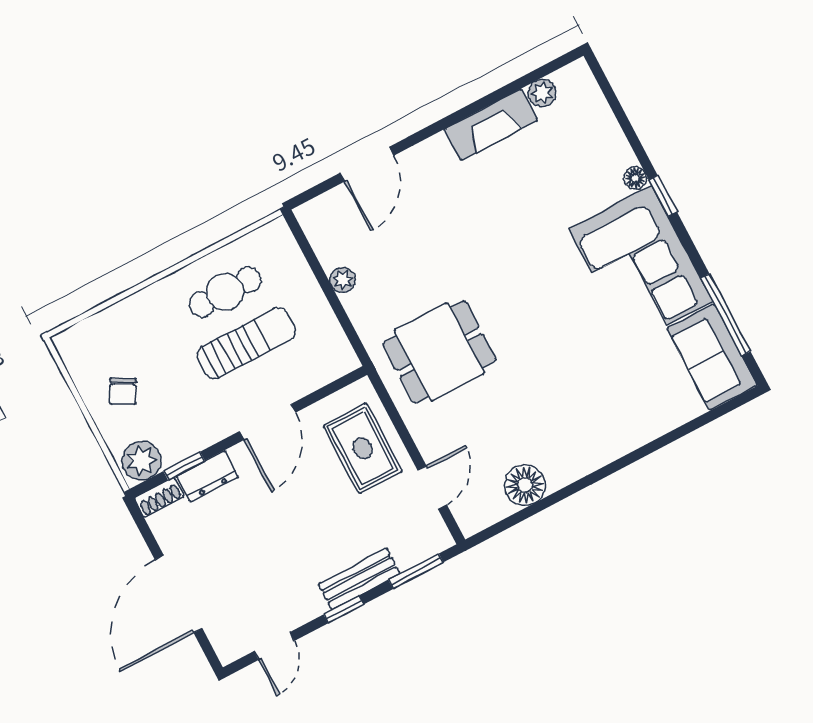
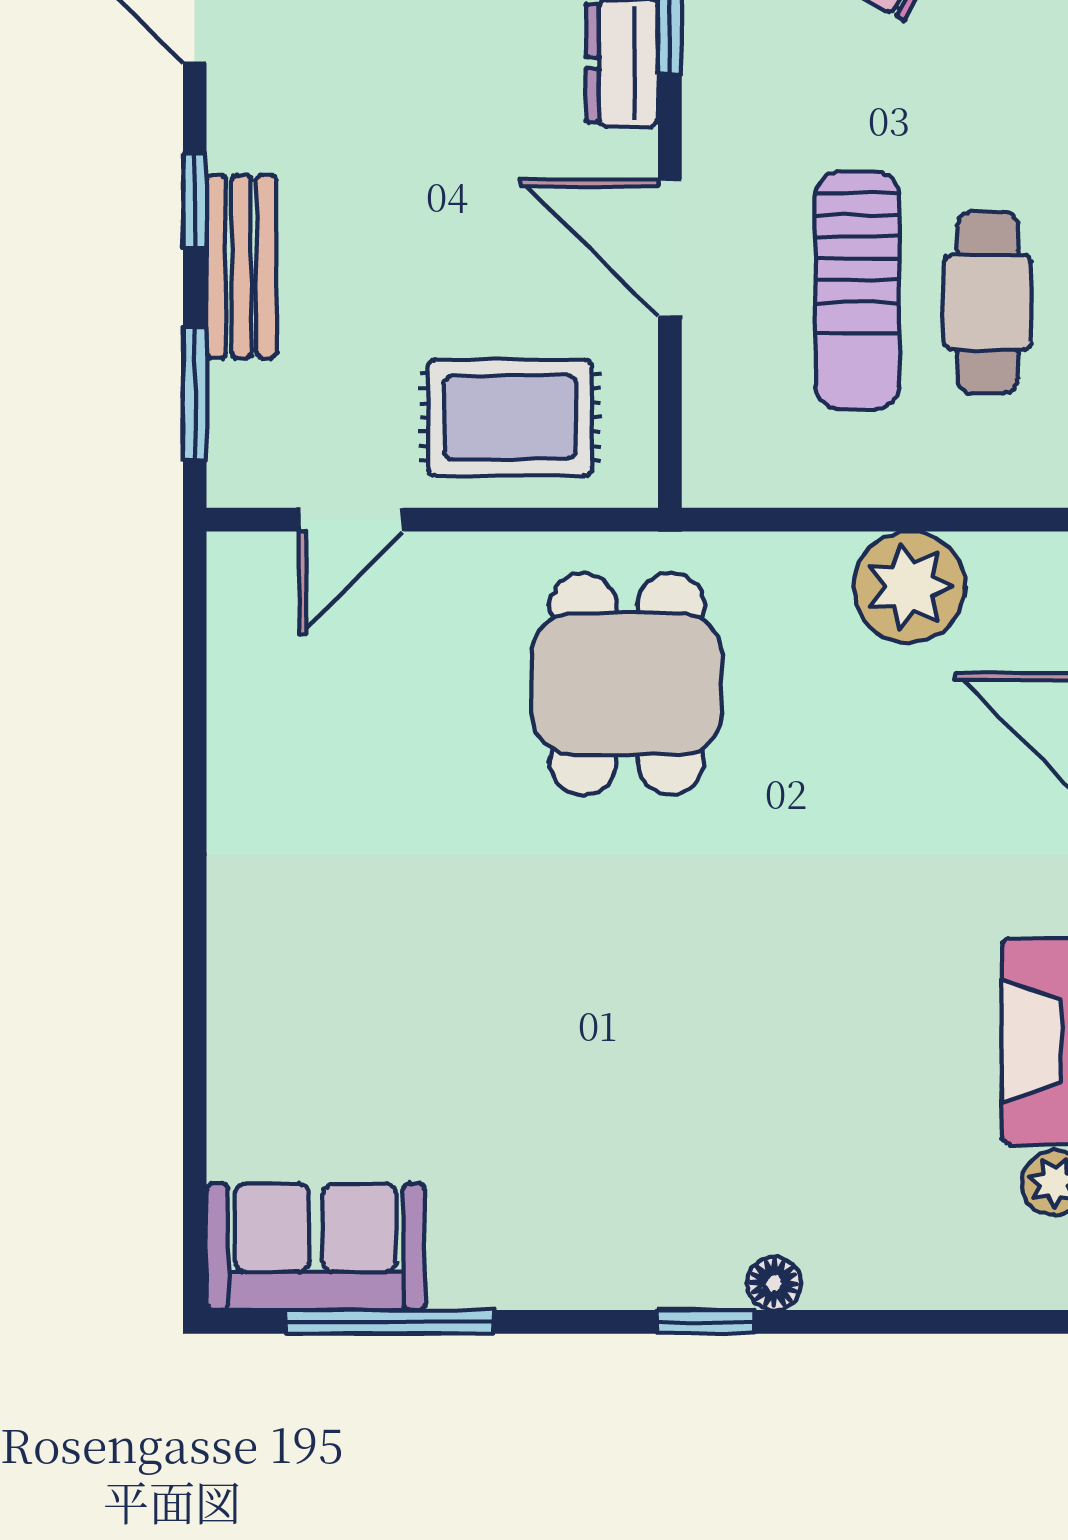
corner sofa: (641, 265) -> (586, 1200), removed
plant: (343, 280) -> (909, 587), width x1.87, depth x1.87
floor lamp: (525, 485) -> (255, 716), removed
door: (432, 488) -> (351, 520), hinge flipped

